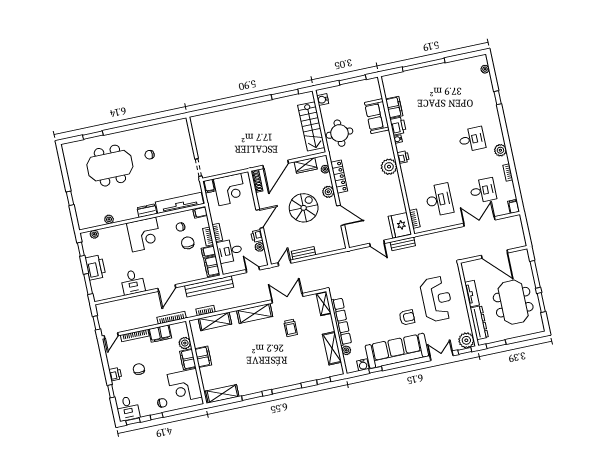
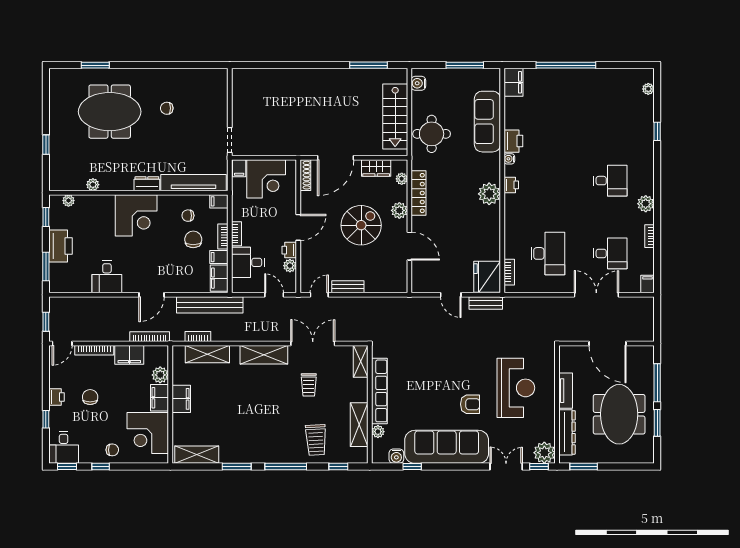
filing cabinet: (394, 107) -> (513, 82), moved
sofa: (377, 116) -> (487, 122), width x1.36
trolley: (304, 366) -> (316, 440), added

